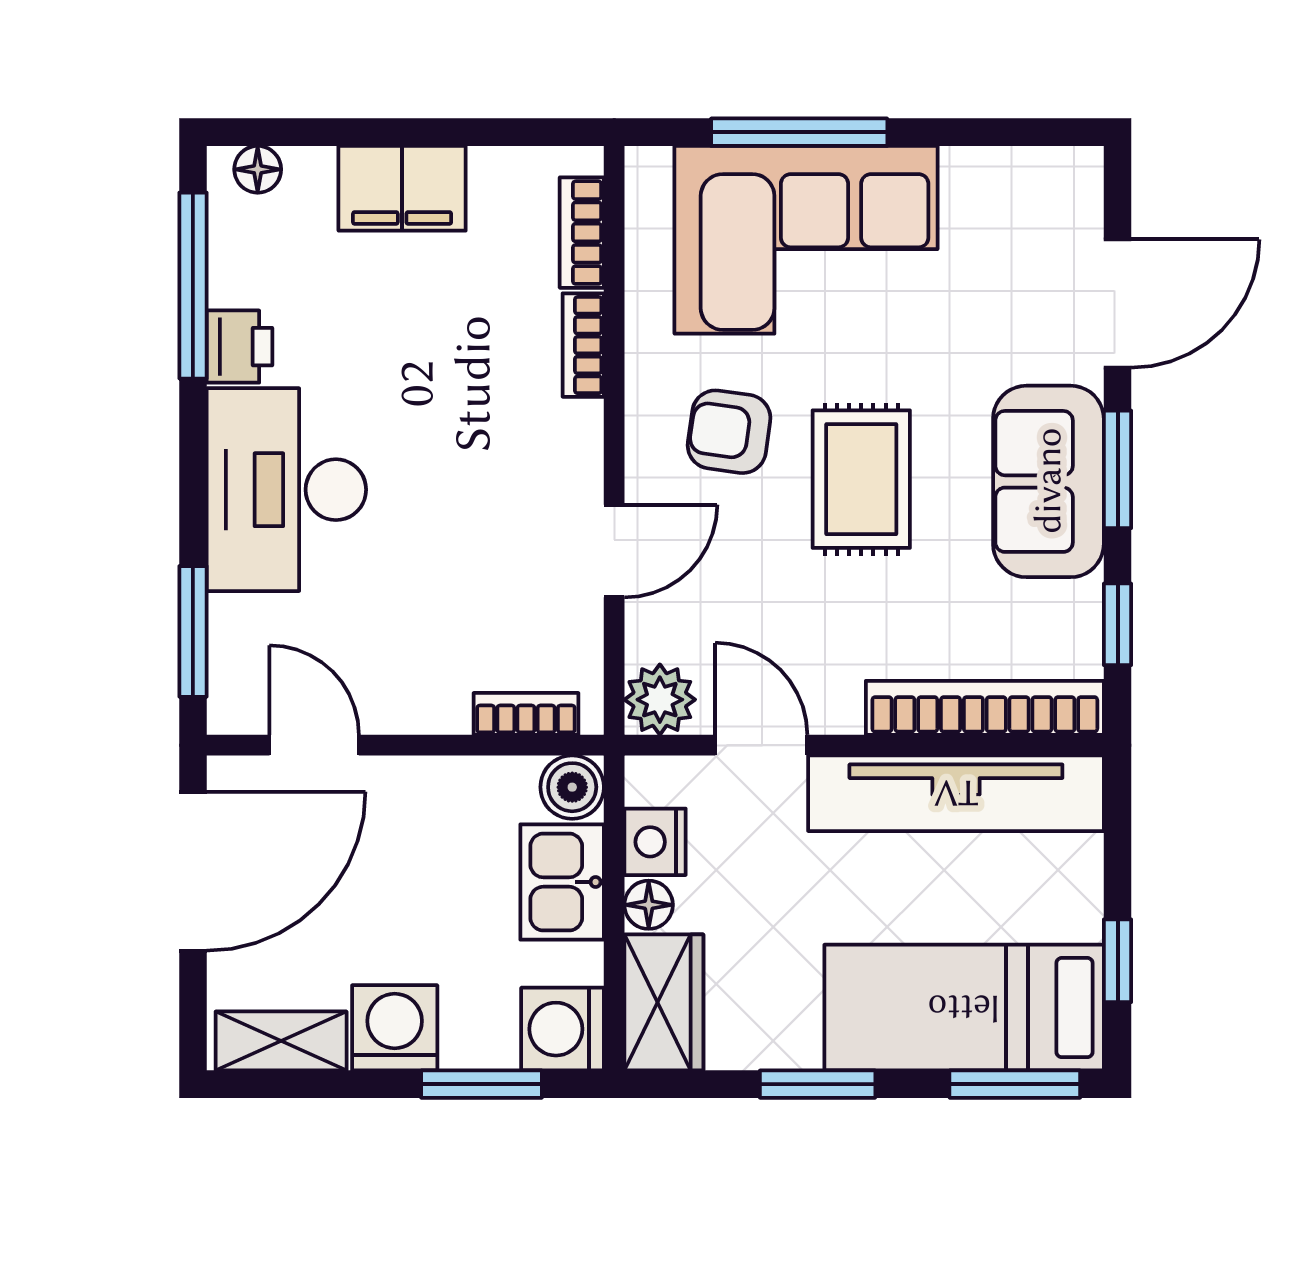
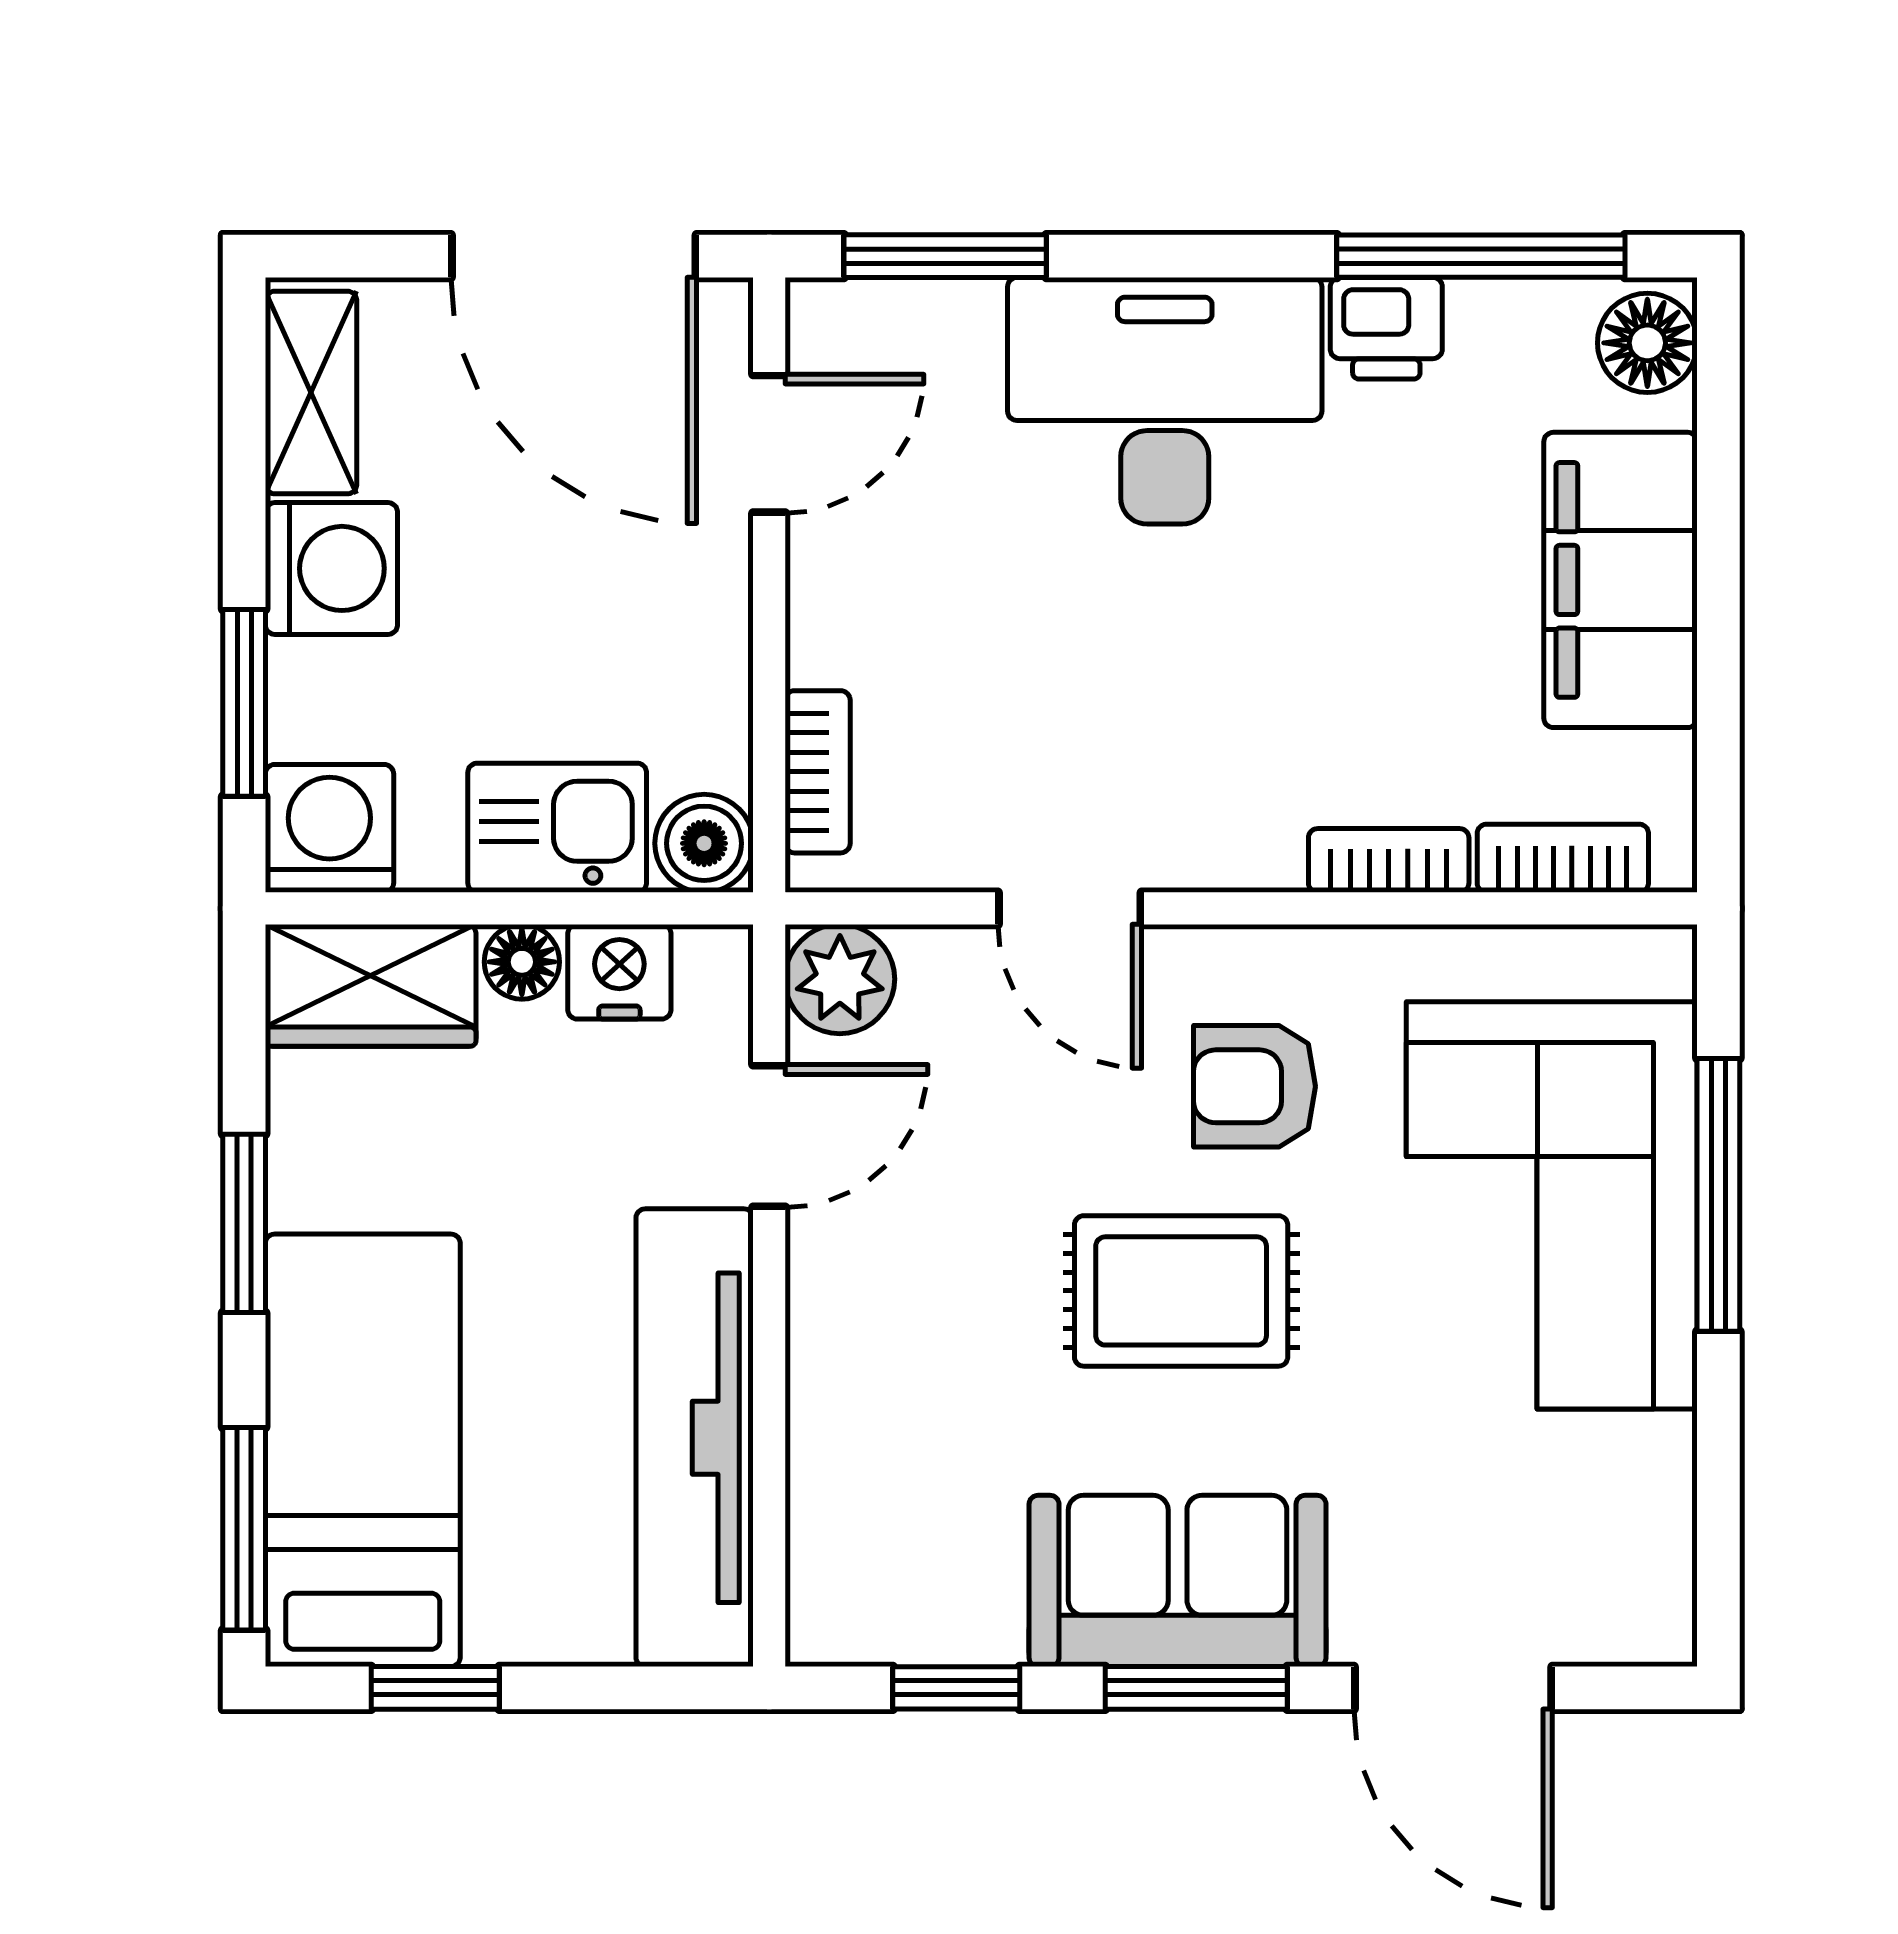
floor lamp: (258, 169) -> (1647, 343), width x1.37, depth x1.37
filing cabinet: (402, 188) -> (1621, 580), width x1.50, depth x1.17
armchair: (729, 432) -> (1255, 1086), turned -98
bookcase: (985, 708) -> (827, 1482), removed

